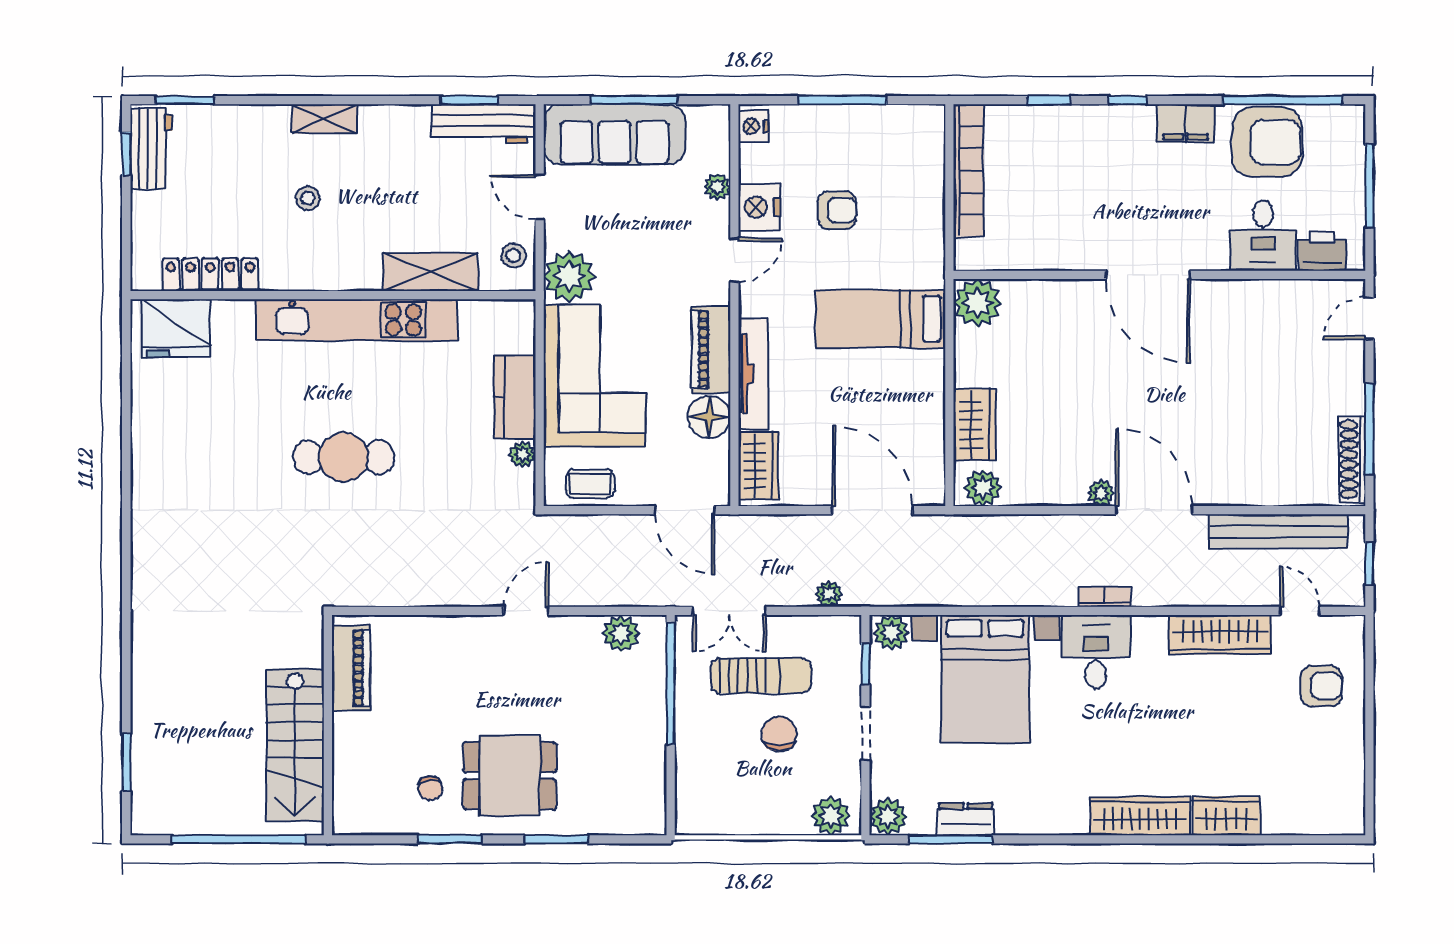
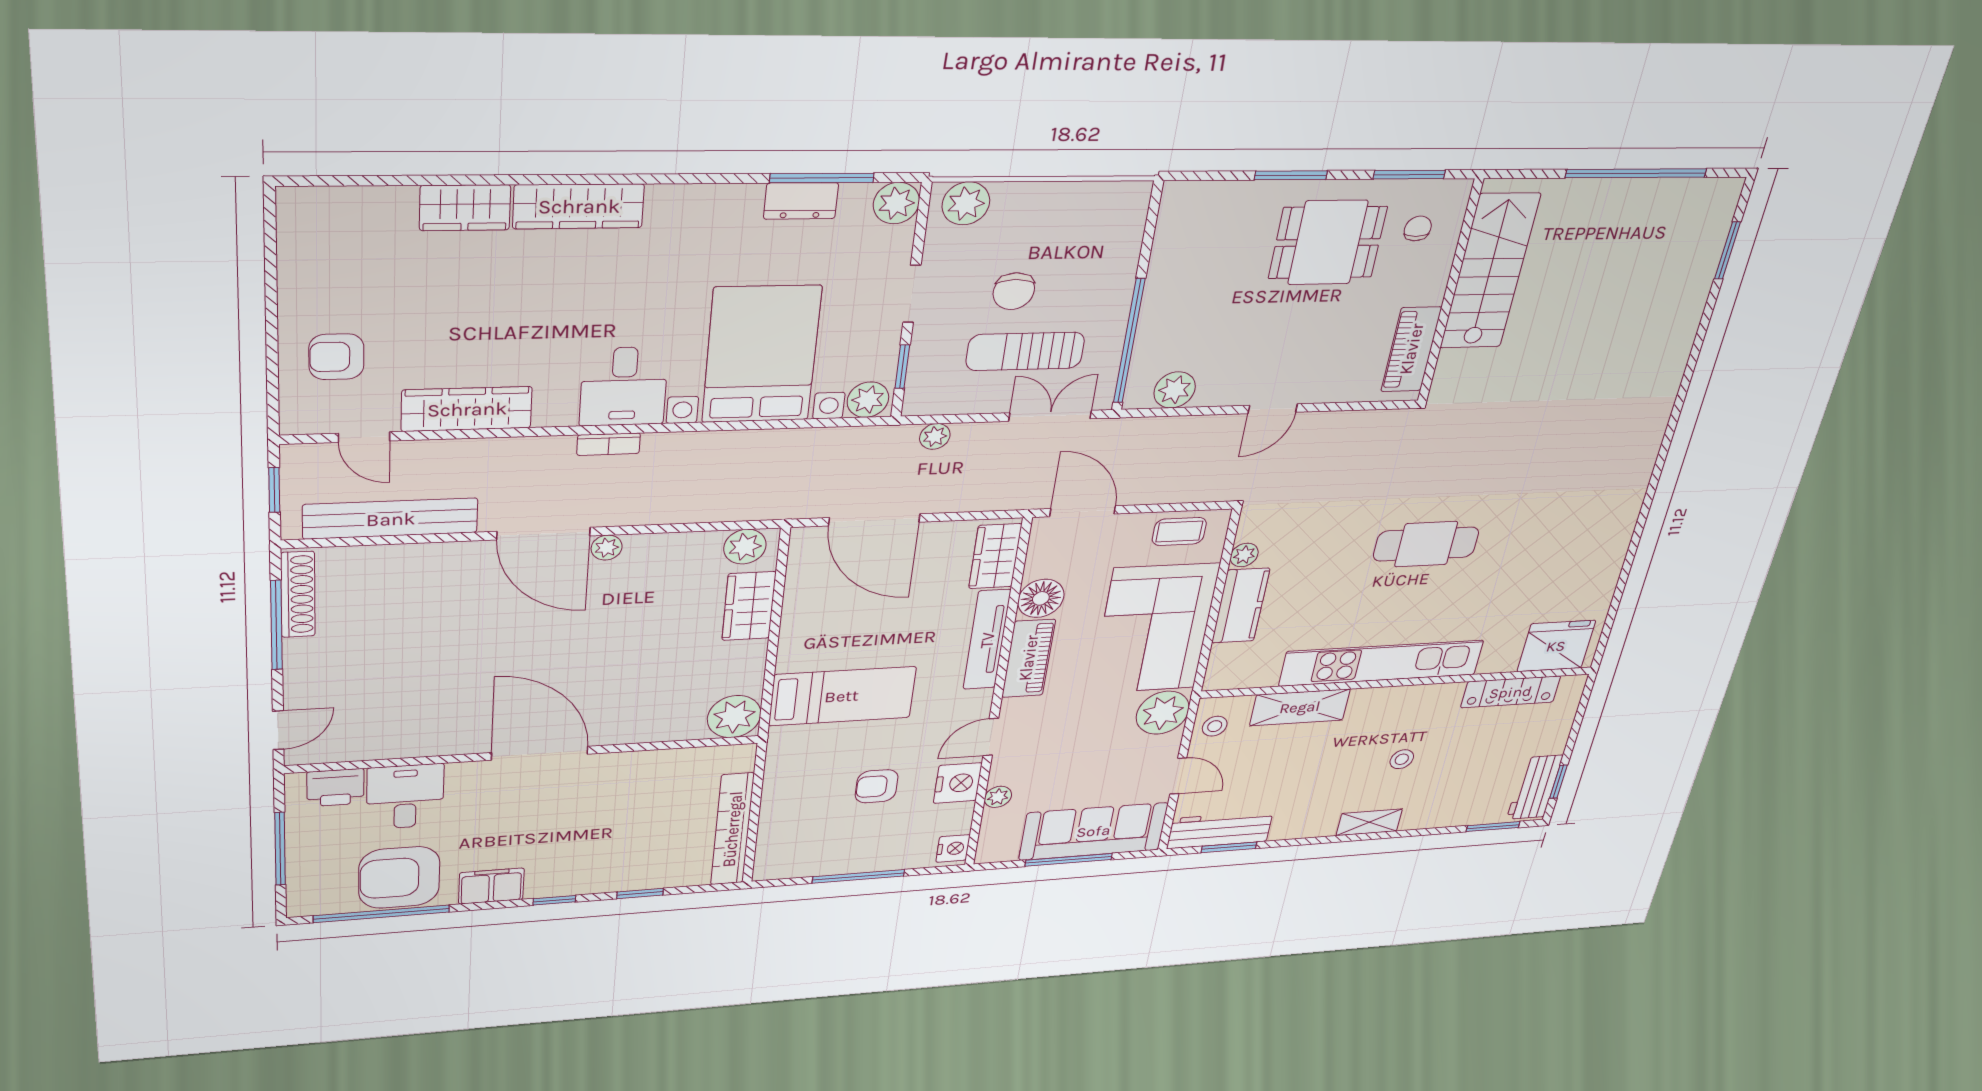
piano: (351, 668) -> (1411, 349), moved
wall: (328, 725) -> (1450, 292), moved
stairs: (295, 745) -> (1490, 271), moved

